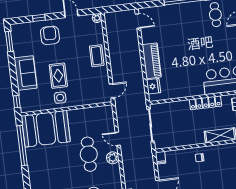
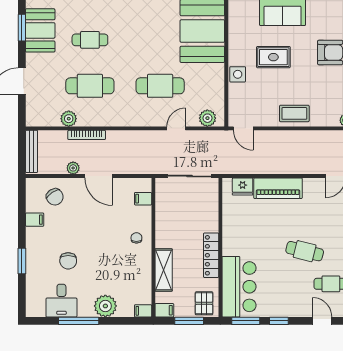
cafe table: (194, 36) -> (305, 251), added
side table: (60, 98) -> (238, 74), moved
plant: (113, 158) -> (207, 118), moved
filing cabinet: (161, 158) -> (143, 199), moved

